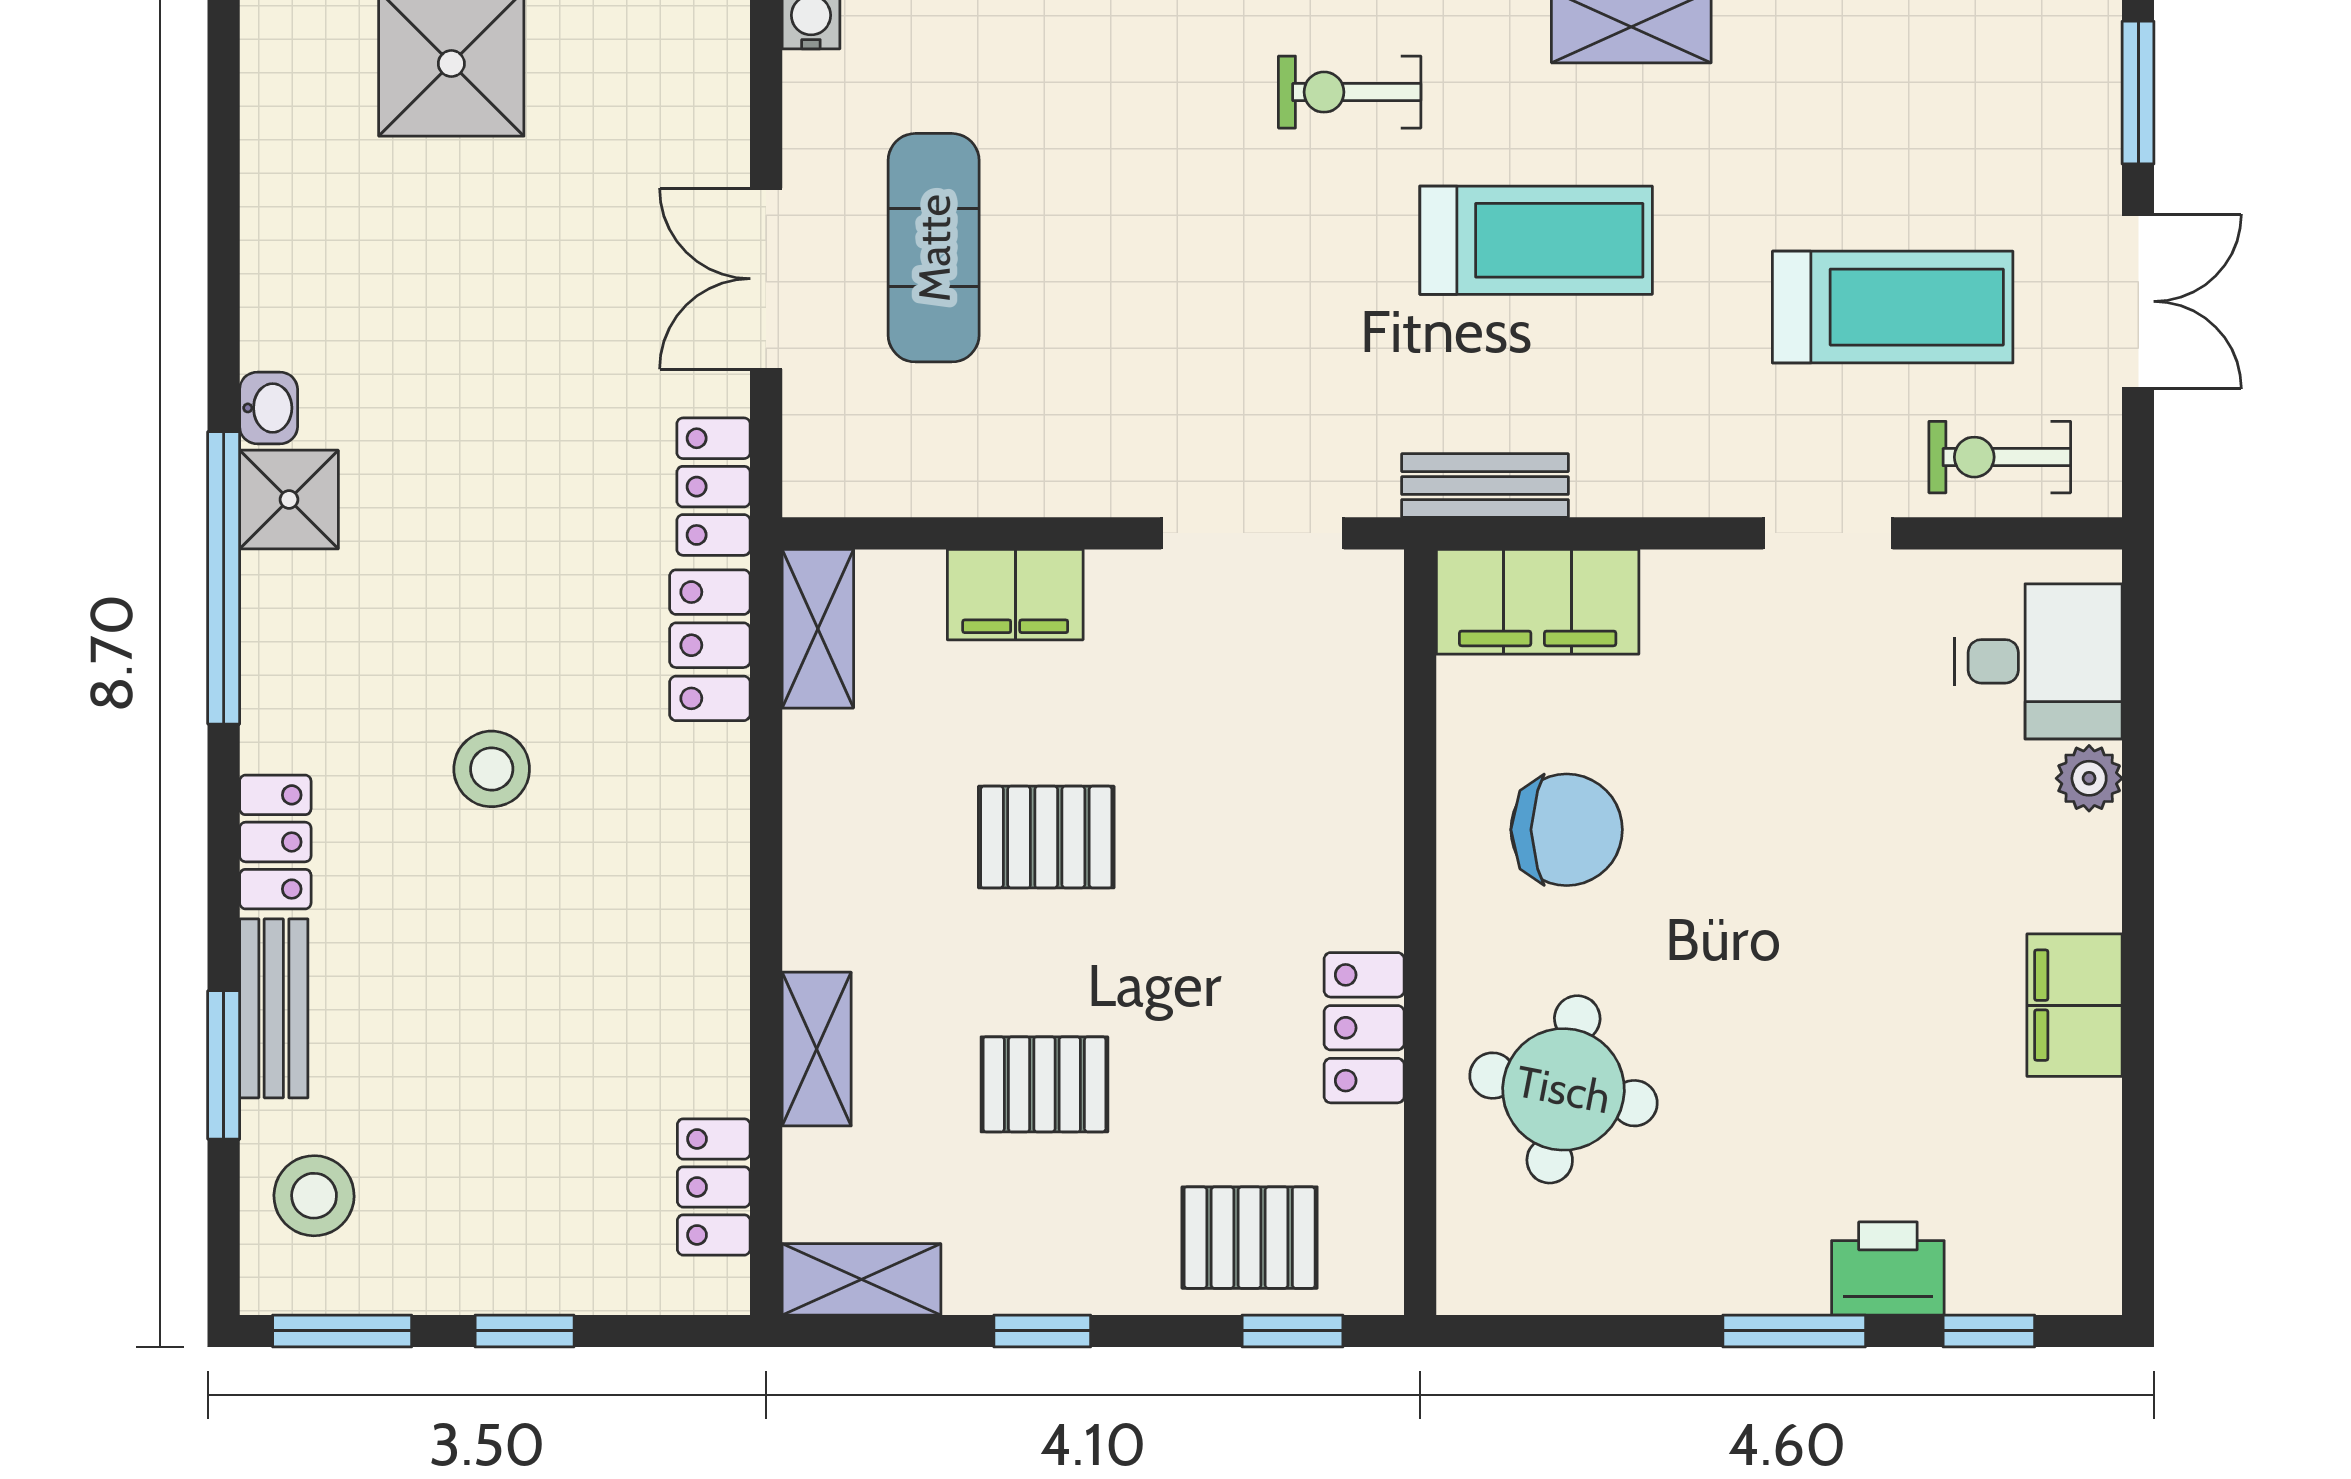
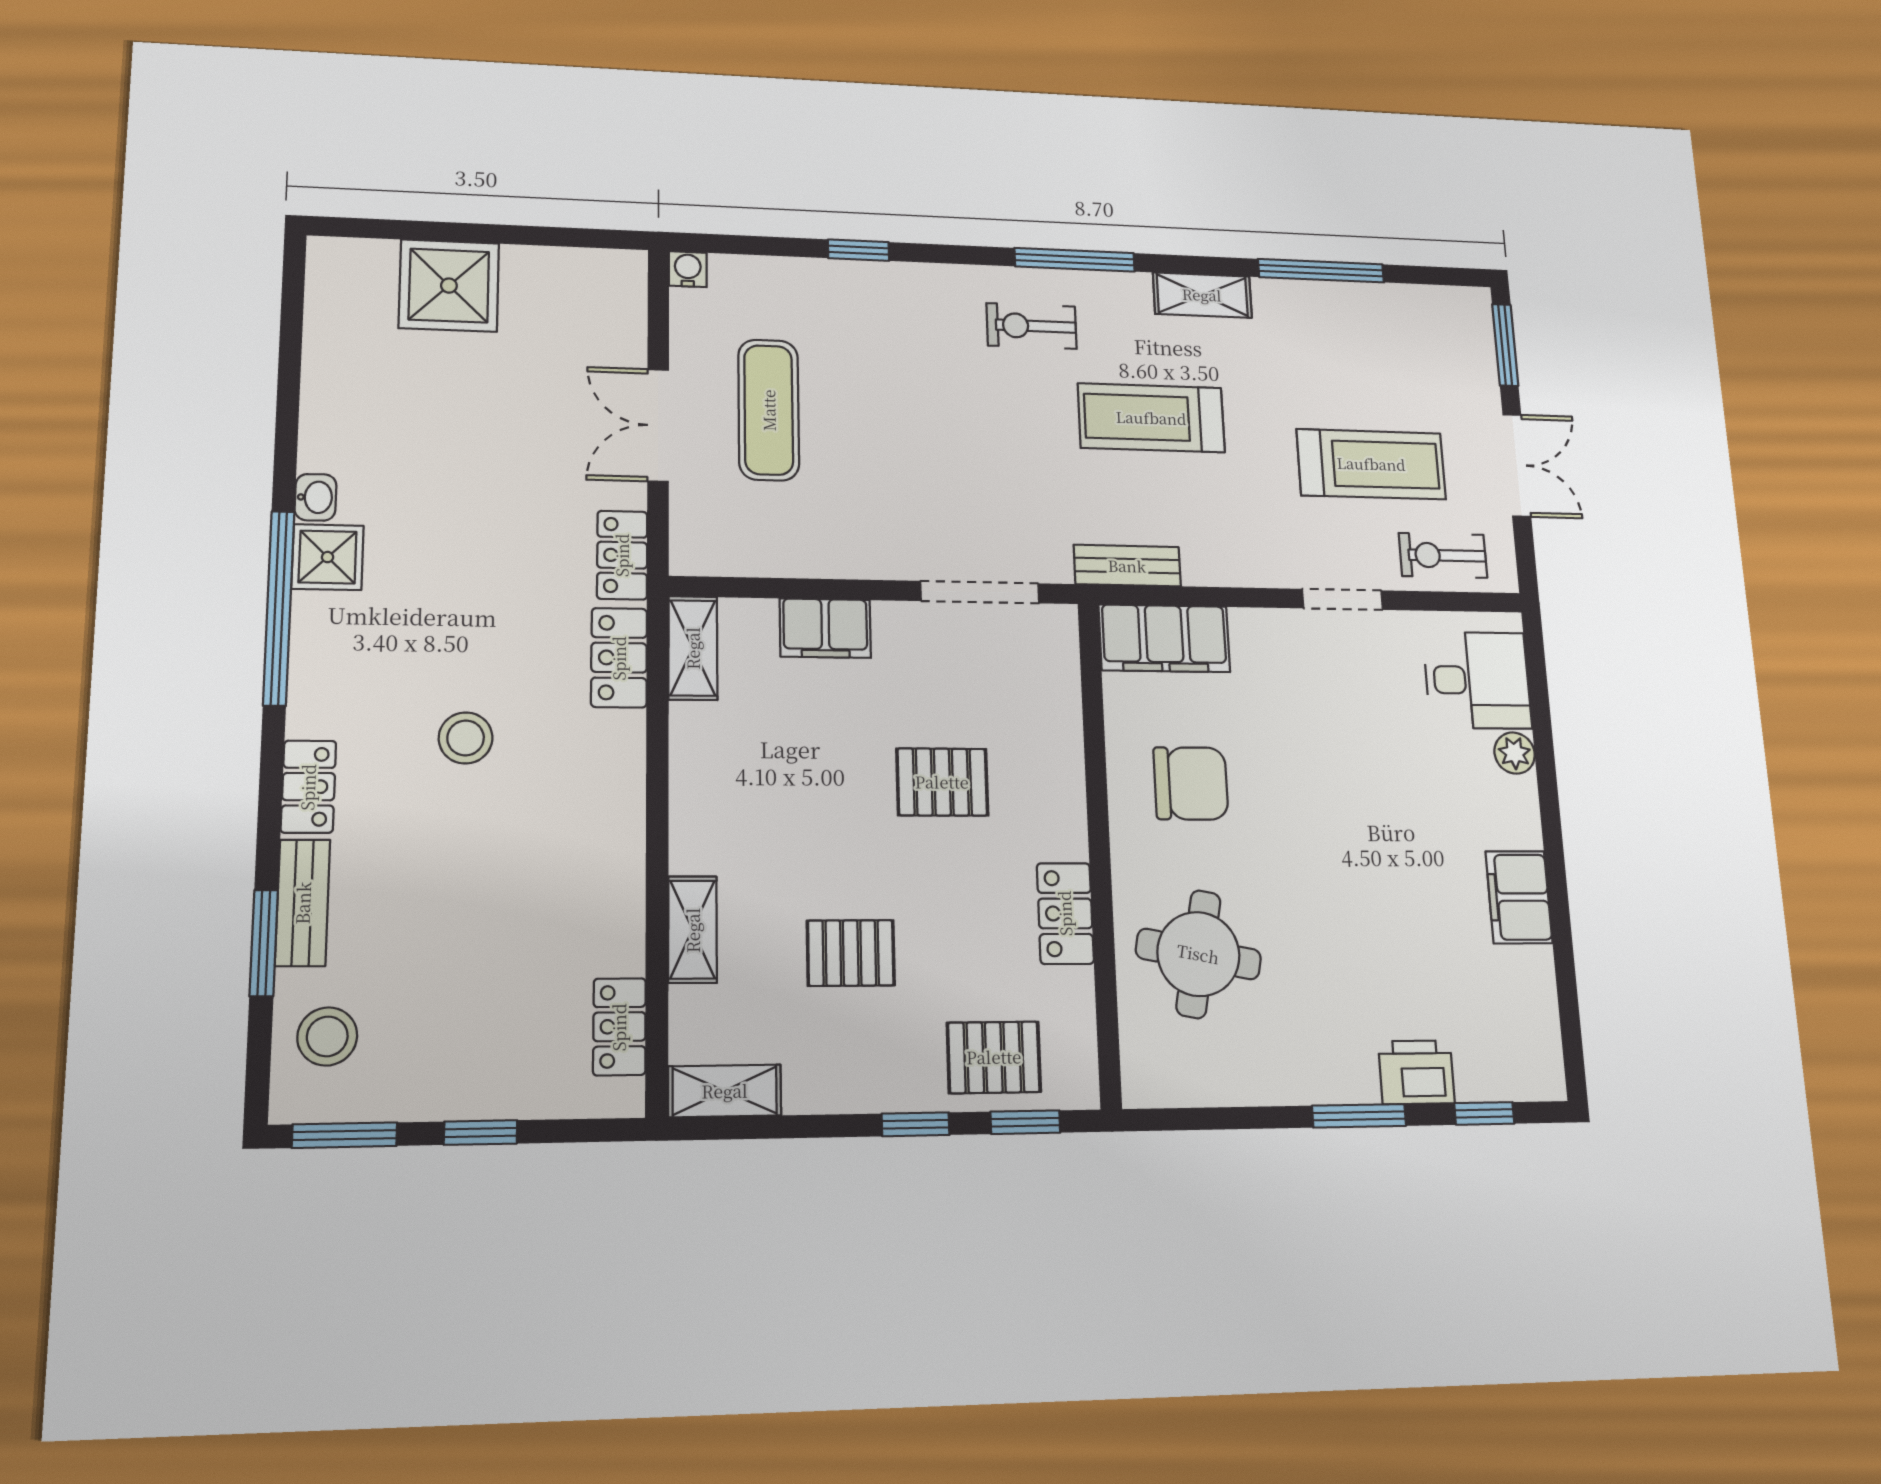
treadmill: (1536, 240) -> (1151, 418), turned 180
pallet: (1046, 837) -> (942, 782), moved
window: (1042, 1331) -> (916, 1124), moved

